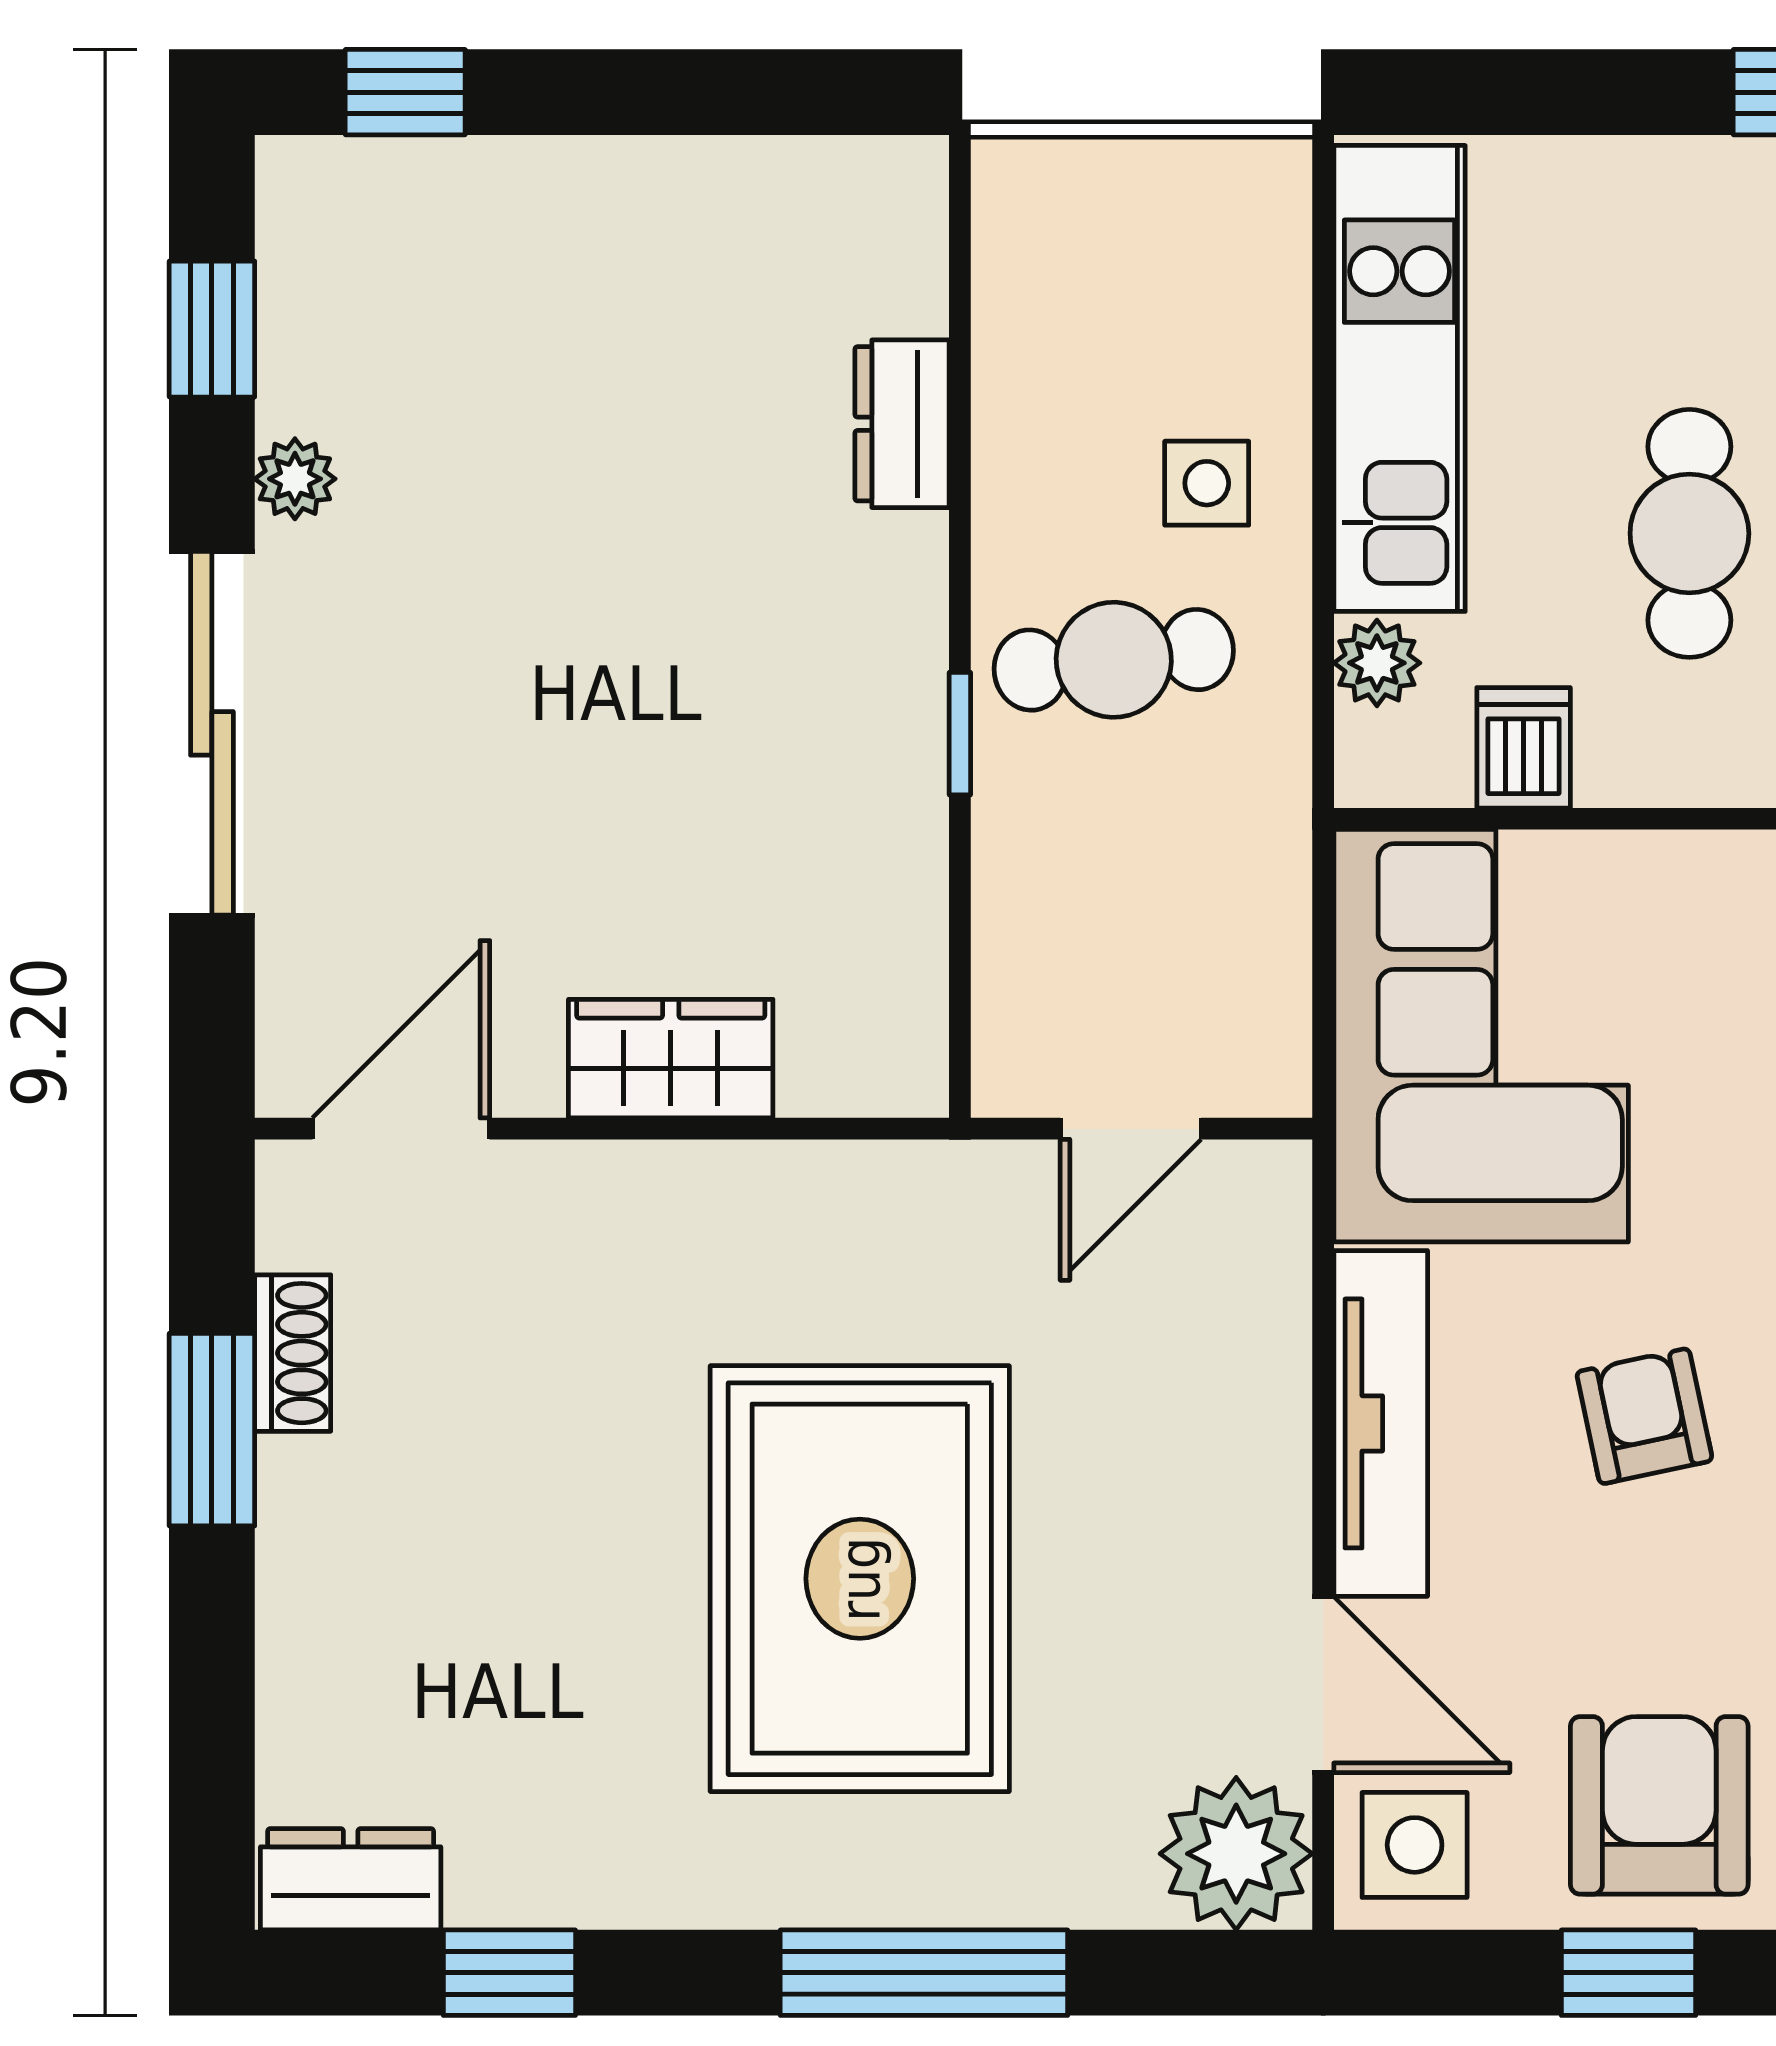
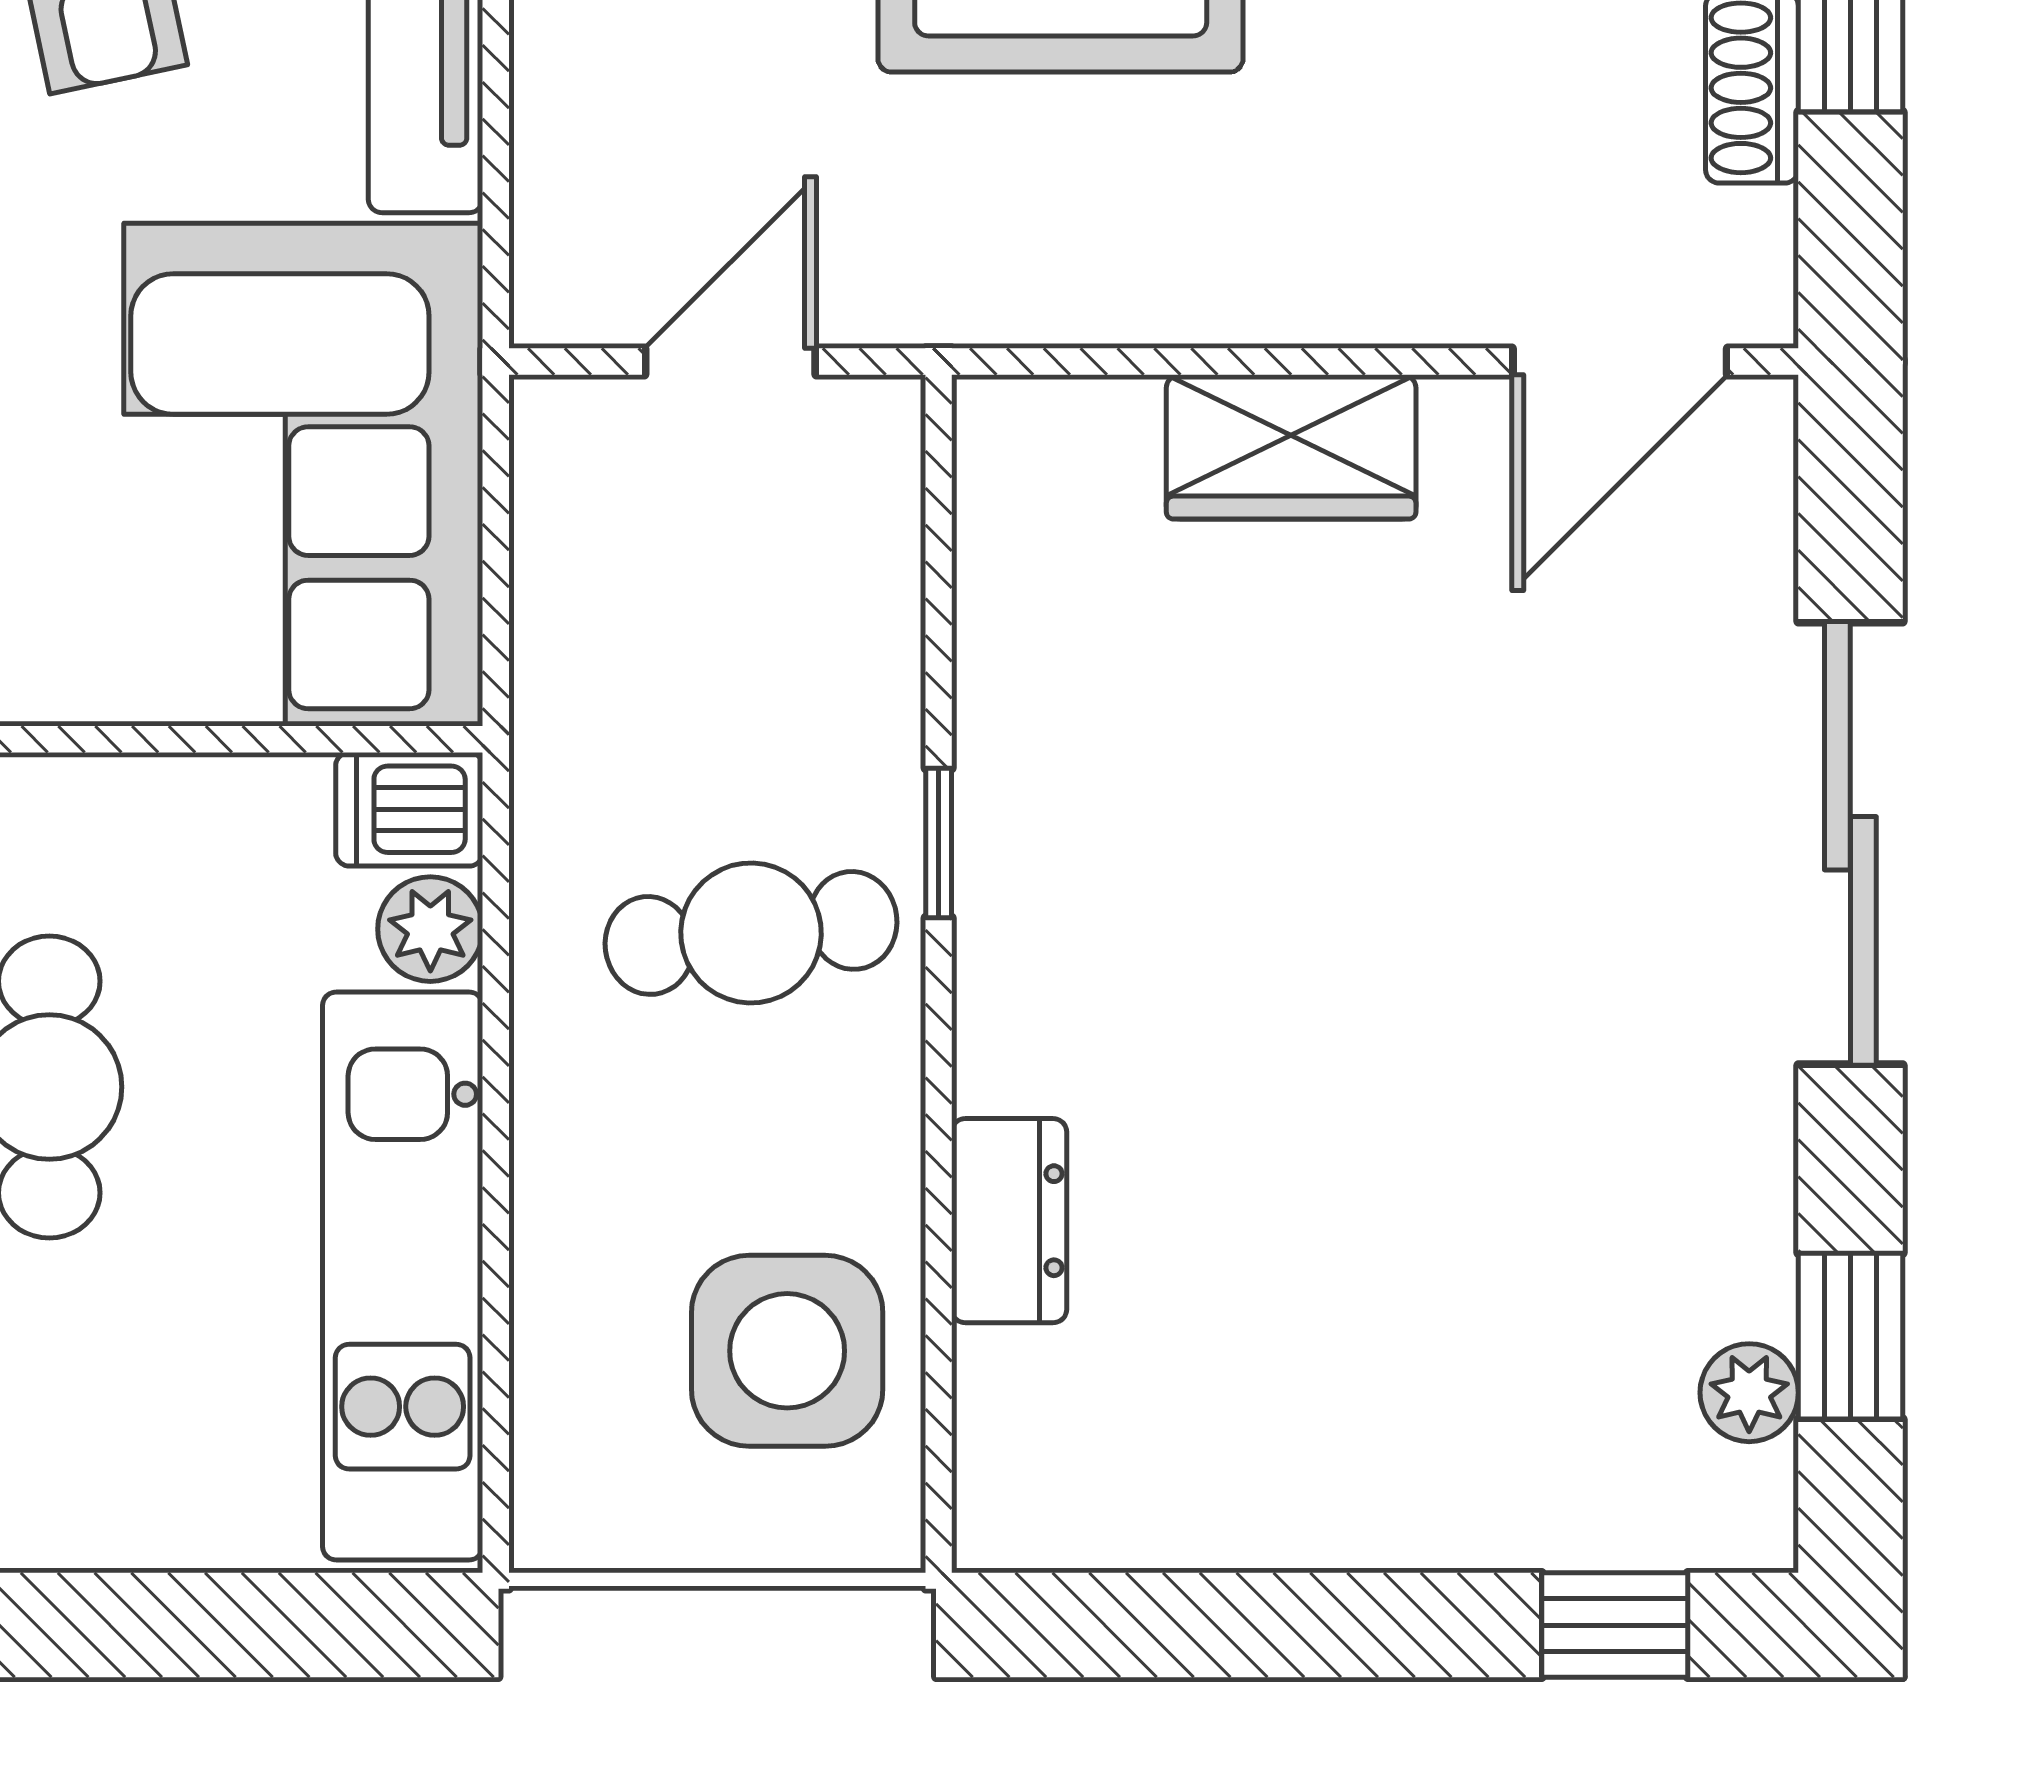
plant: (295, 479) -> (1749, 1393), moved
side table: (1207, 483) -> (787, 1351), moved, width x1.87, depth x1.87
dishwasher: (1524, 748) -> (409, 809), moved, turned 90

